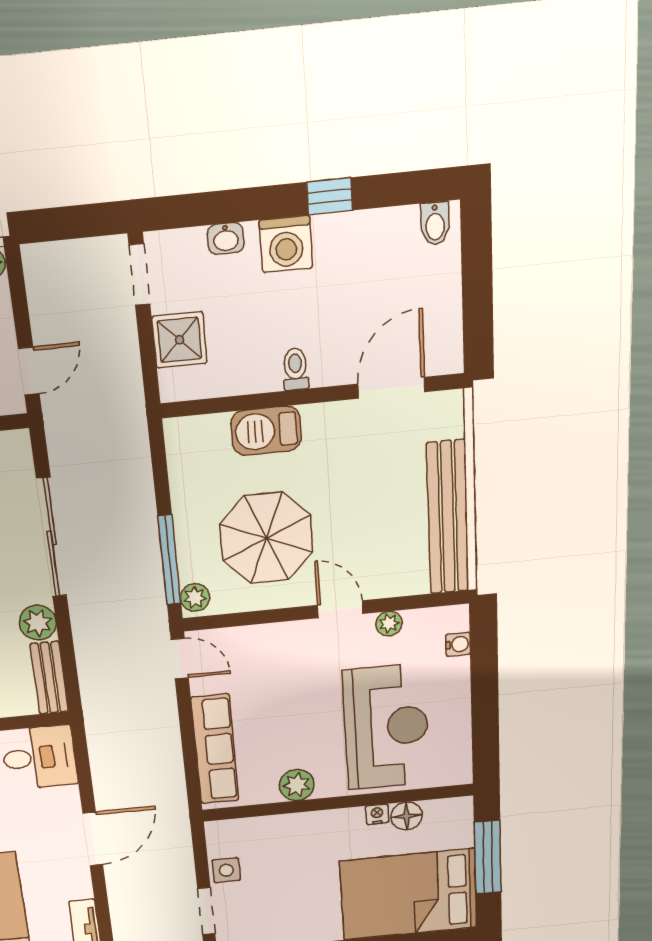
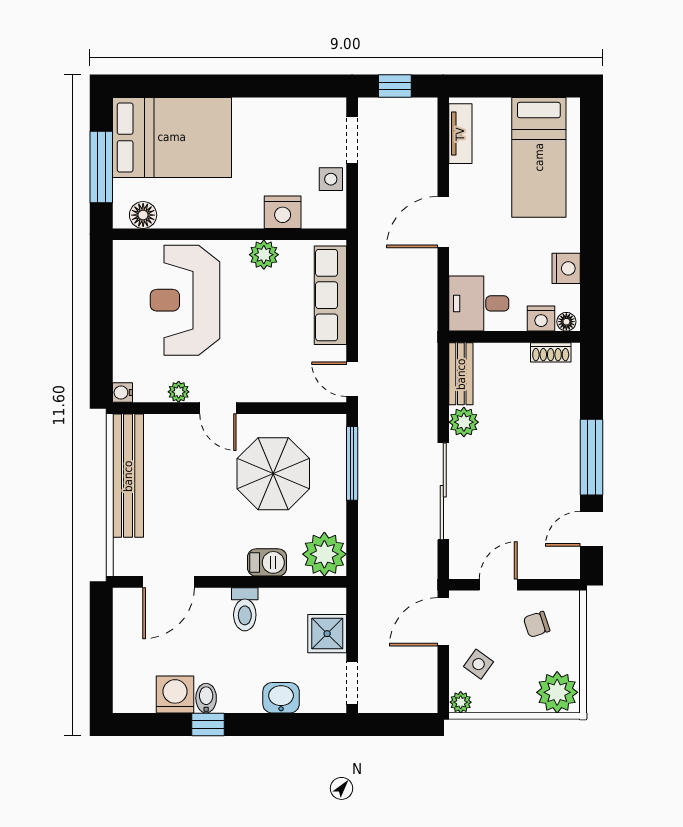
bidet: (435, 224) -> (206, 698), moved
washbasin: (226, 239) -> (281, 698), width x1.38, depth x1.45
washing machine: (286, 244) -> (175, 694), moved
toilet: (295, 369) -> (245, 609), width x1.37, depth x1.39
door: (29, 371) -> (443, 622), width x1.38
barbecue: (266, 431) -> (267, 562), width x0.73, depth x0.79
plant: (195, 597) -> (324, 554), moved, width x1.88, depth x1.88
water cooler: (458, 644) -> (123, 393), moved
nightstand: (377, 814) -> (283, 212), moved, width x1.89, depth x1.79
floor lamp: (407, 816) -> (143, 215), moved

